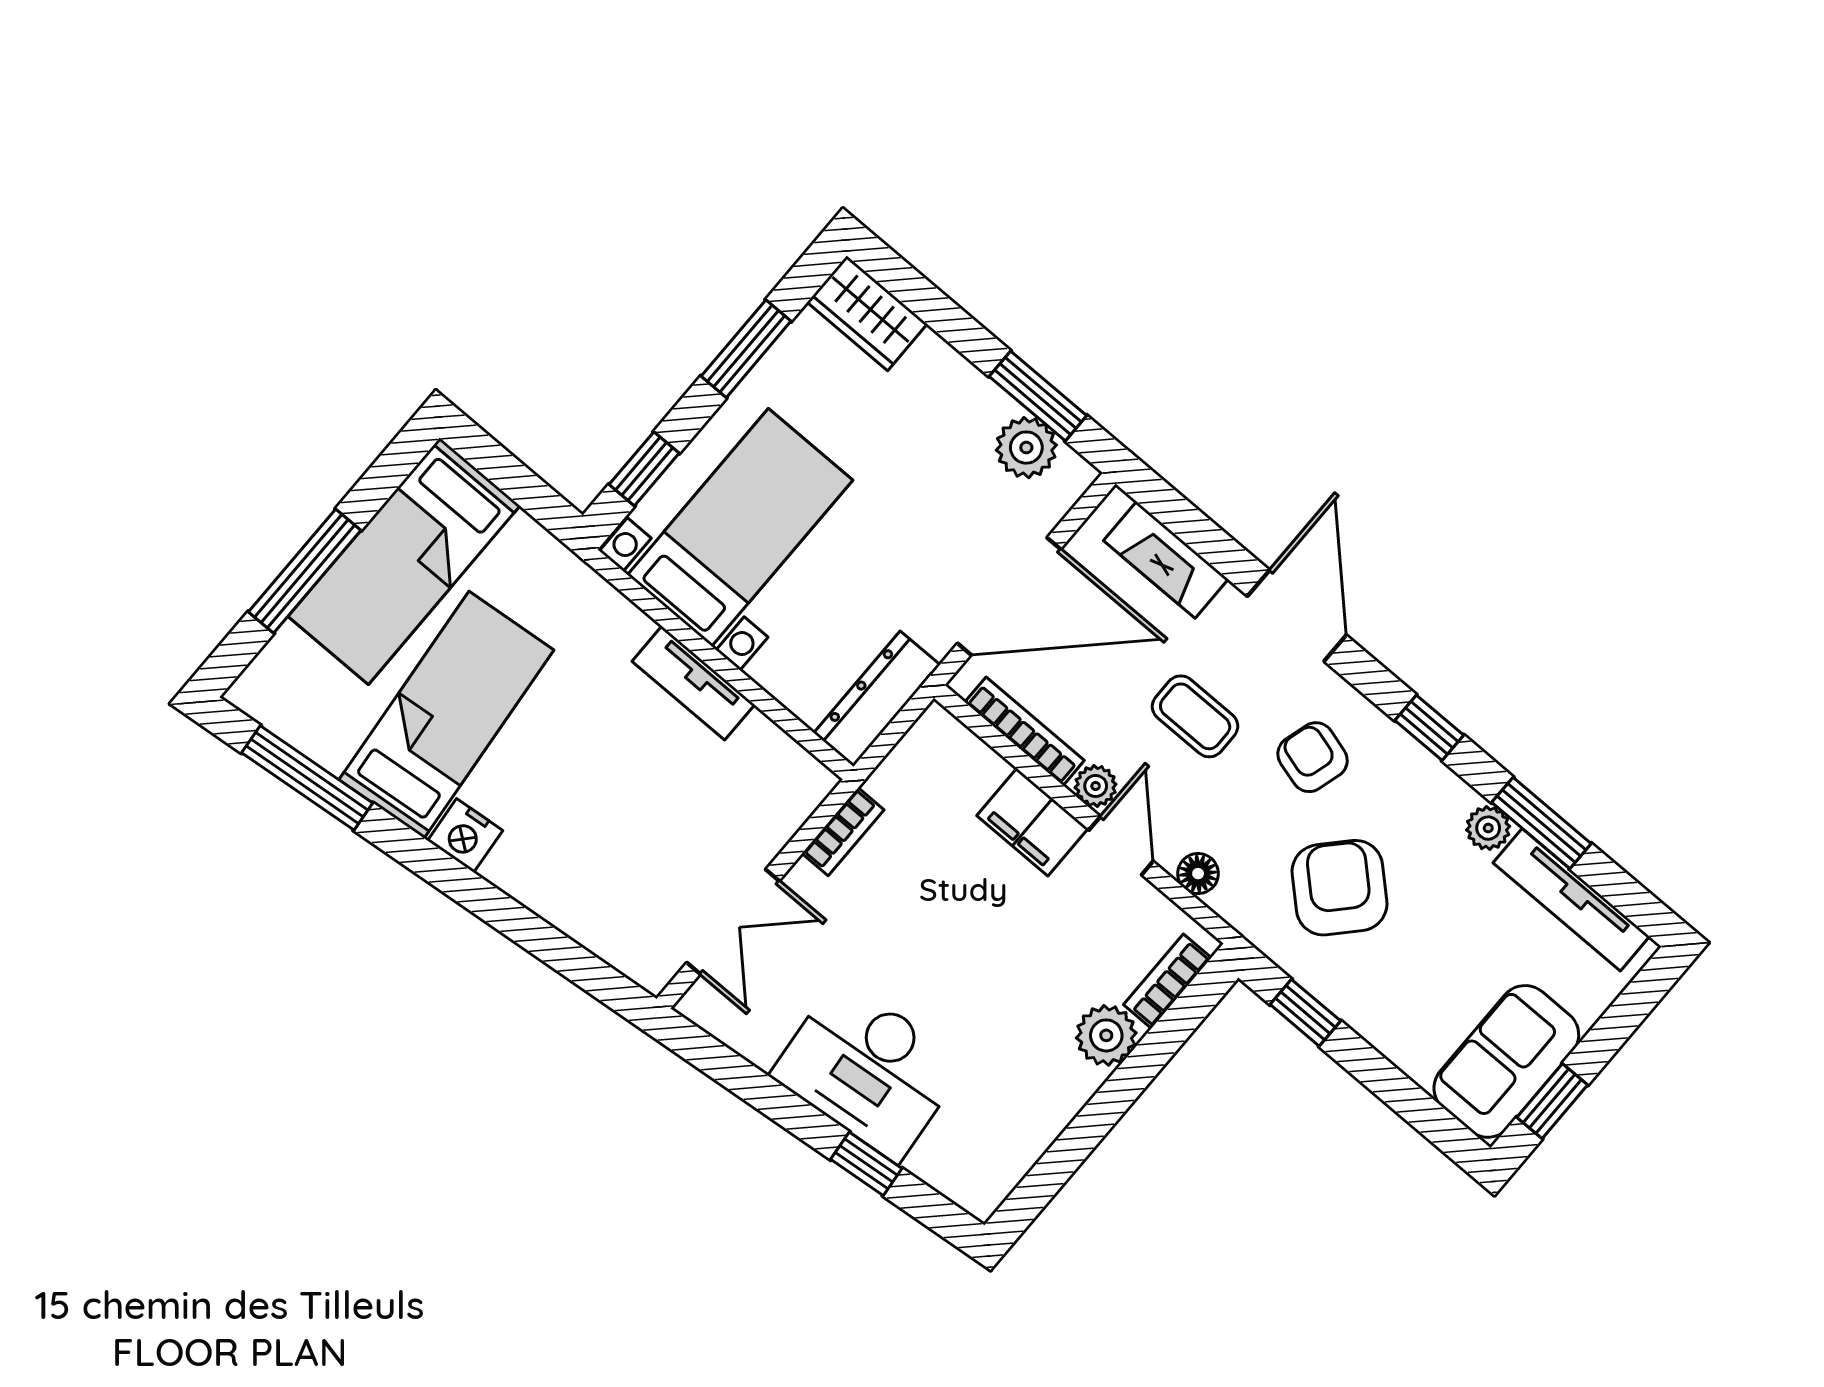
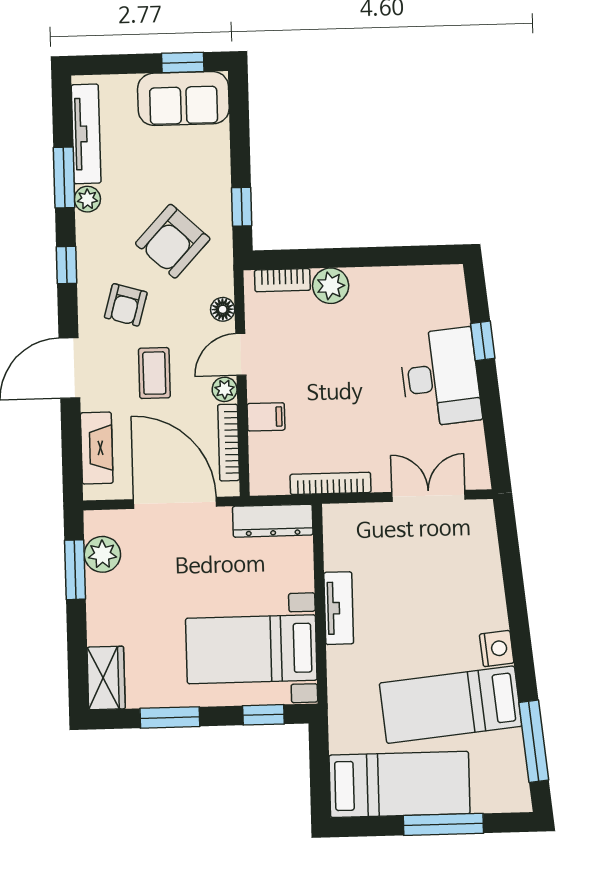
filing cabinet: (1032, 822) -> (266, 417), width x0.50
bookcase: (843, 832) -> (331, 483), width x1.56

